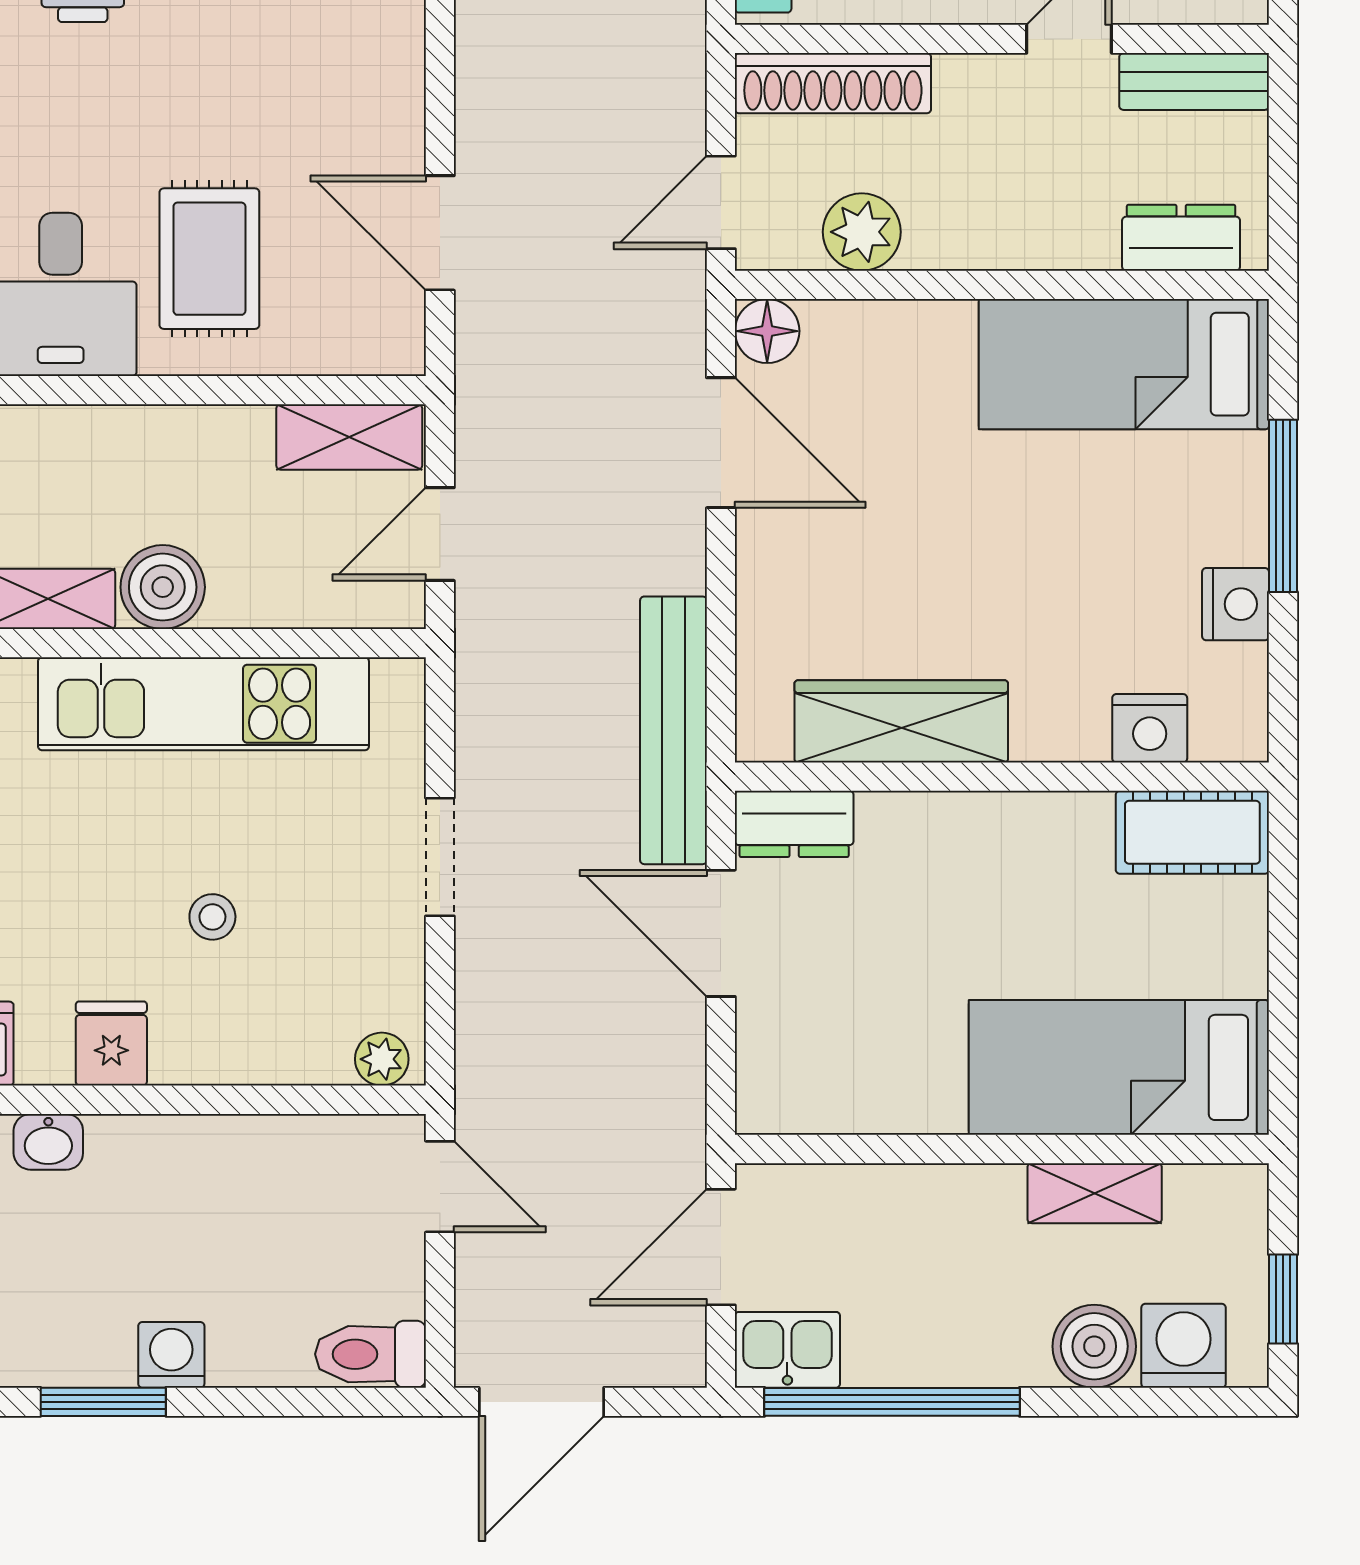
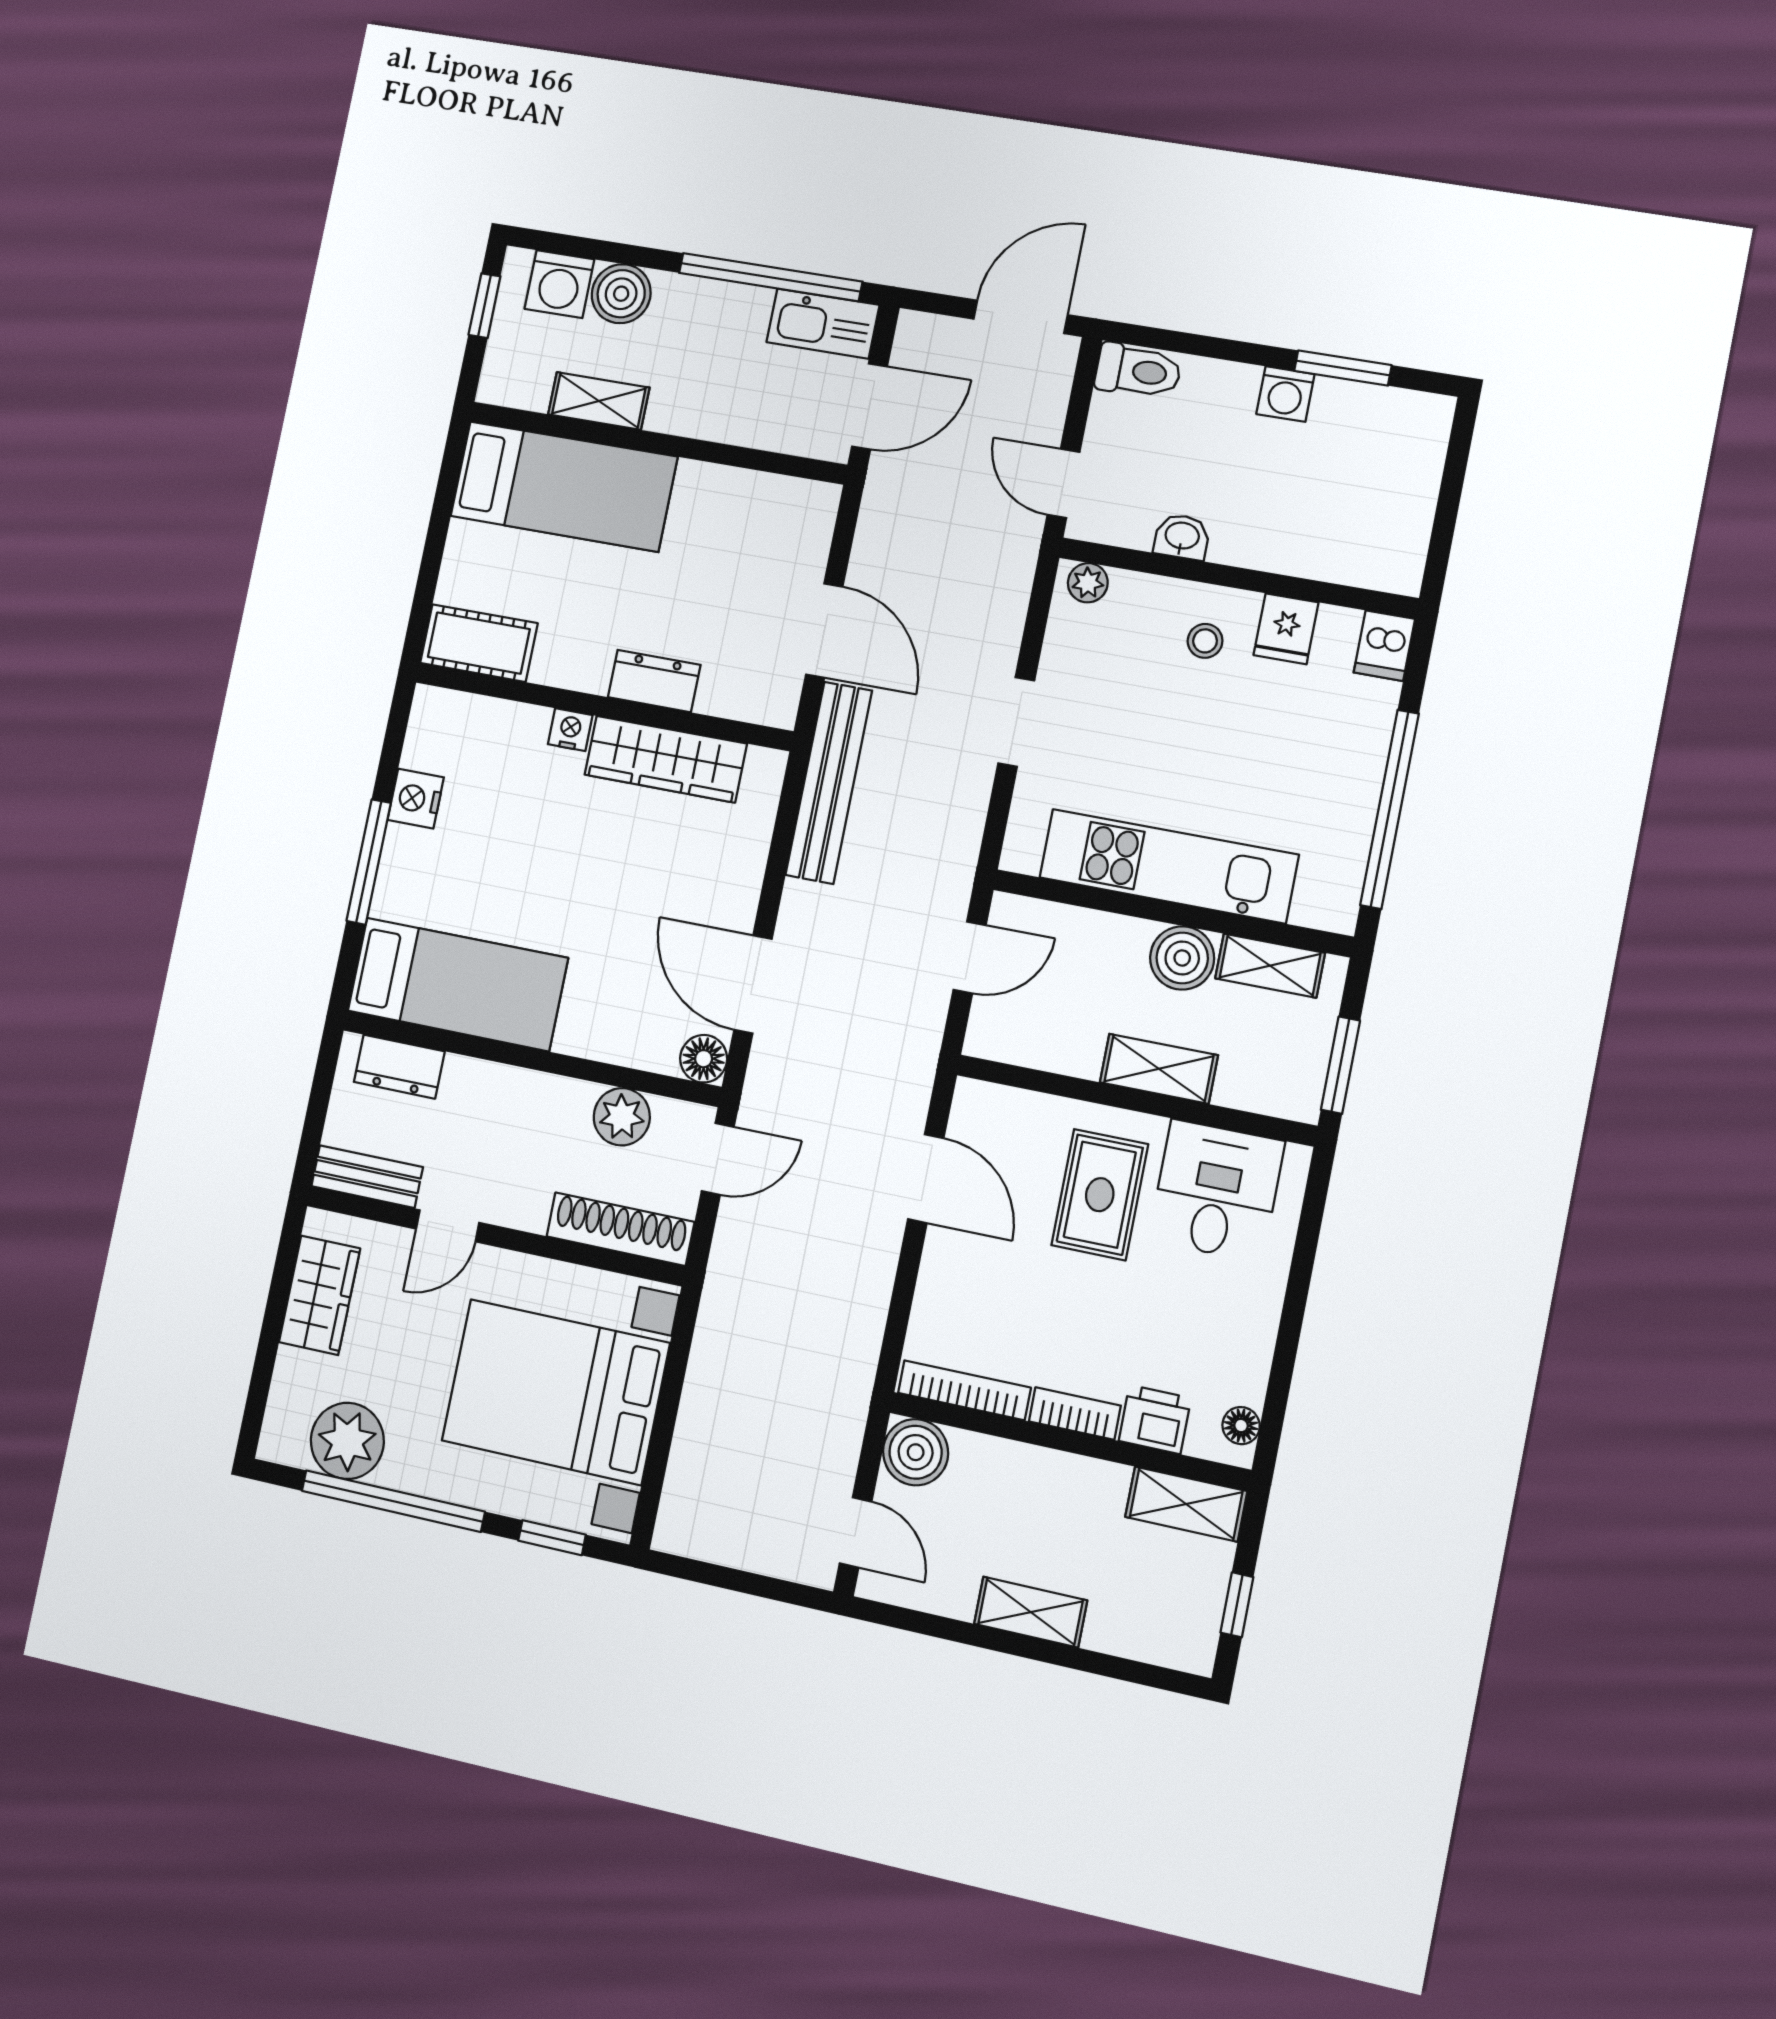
shelving: (349, 437) -> (1159, 1069), moved
nightstand: (1150, 728) -> (570, 730), moved, width x0.72, depth x0.74
dresser: (794, 824) -> (654, 681), moved
stool: (212, 917) -> (1205, 641), moved
washbasin: (48, 1142) -> (1182, 537), moved
kitchen sink: (787, 1350) -> (823, 324), width x1.37

